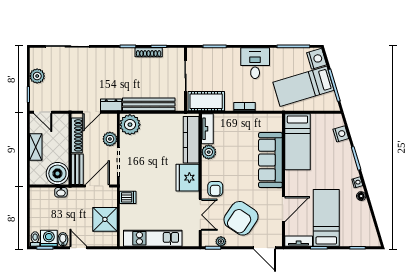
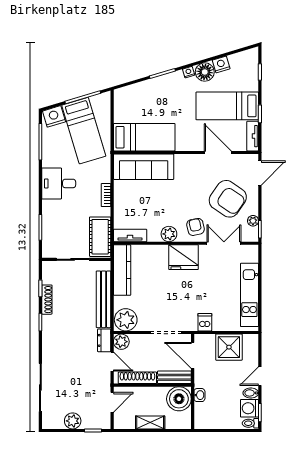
door: (43, 112) -> (112, 402), moved
nightstand: (341, 134) -> (221, 64), moved
plant: (110, 139) -> (121, 342), moved
kitchen counter: (191, 140) -> (122, 270), moved, turned -90
plant: (209, 152) -> (169, 234), moved
sofa: (270, 160) -> (144, 167), moved
armchair: (215, 189) -> (196, 227), turned -102
floor lamp: (361, 196) -> (205, 72), width x1.89, depth x1.89

